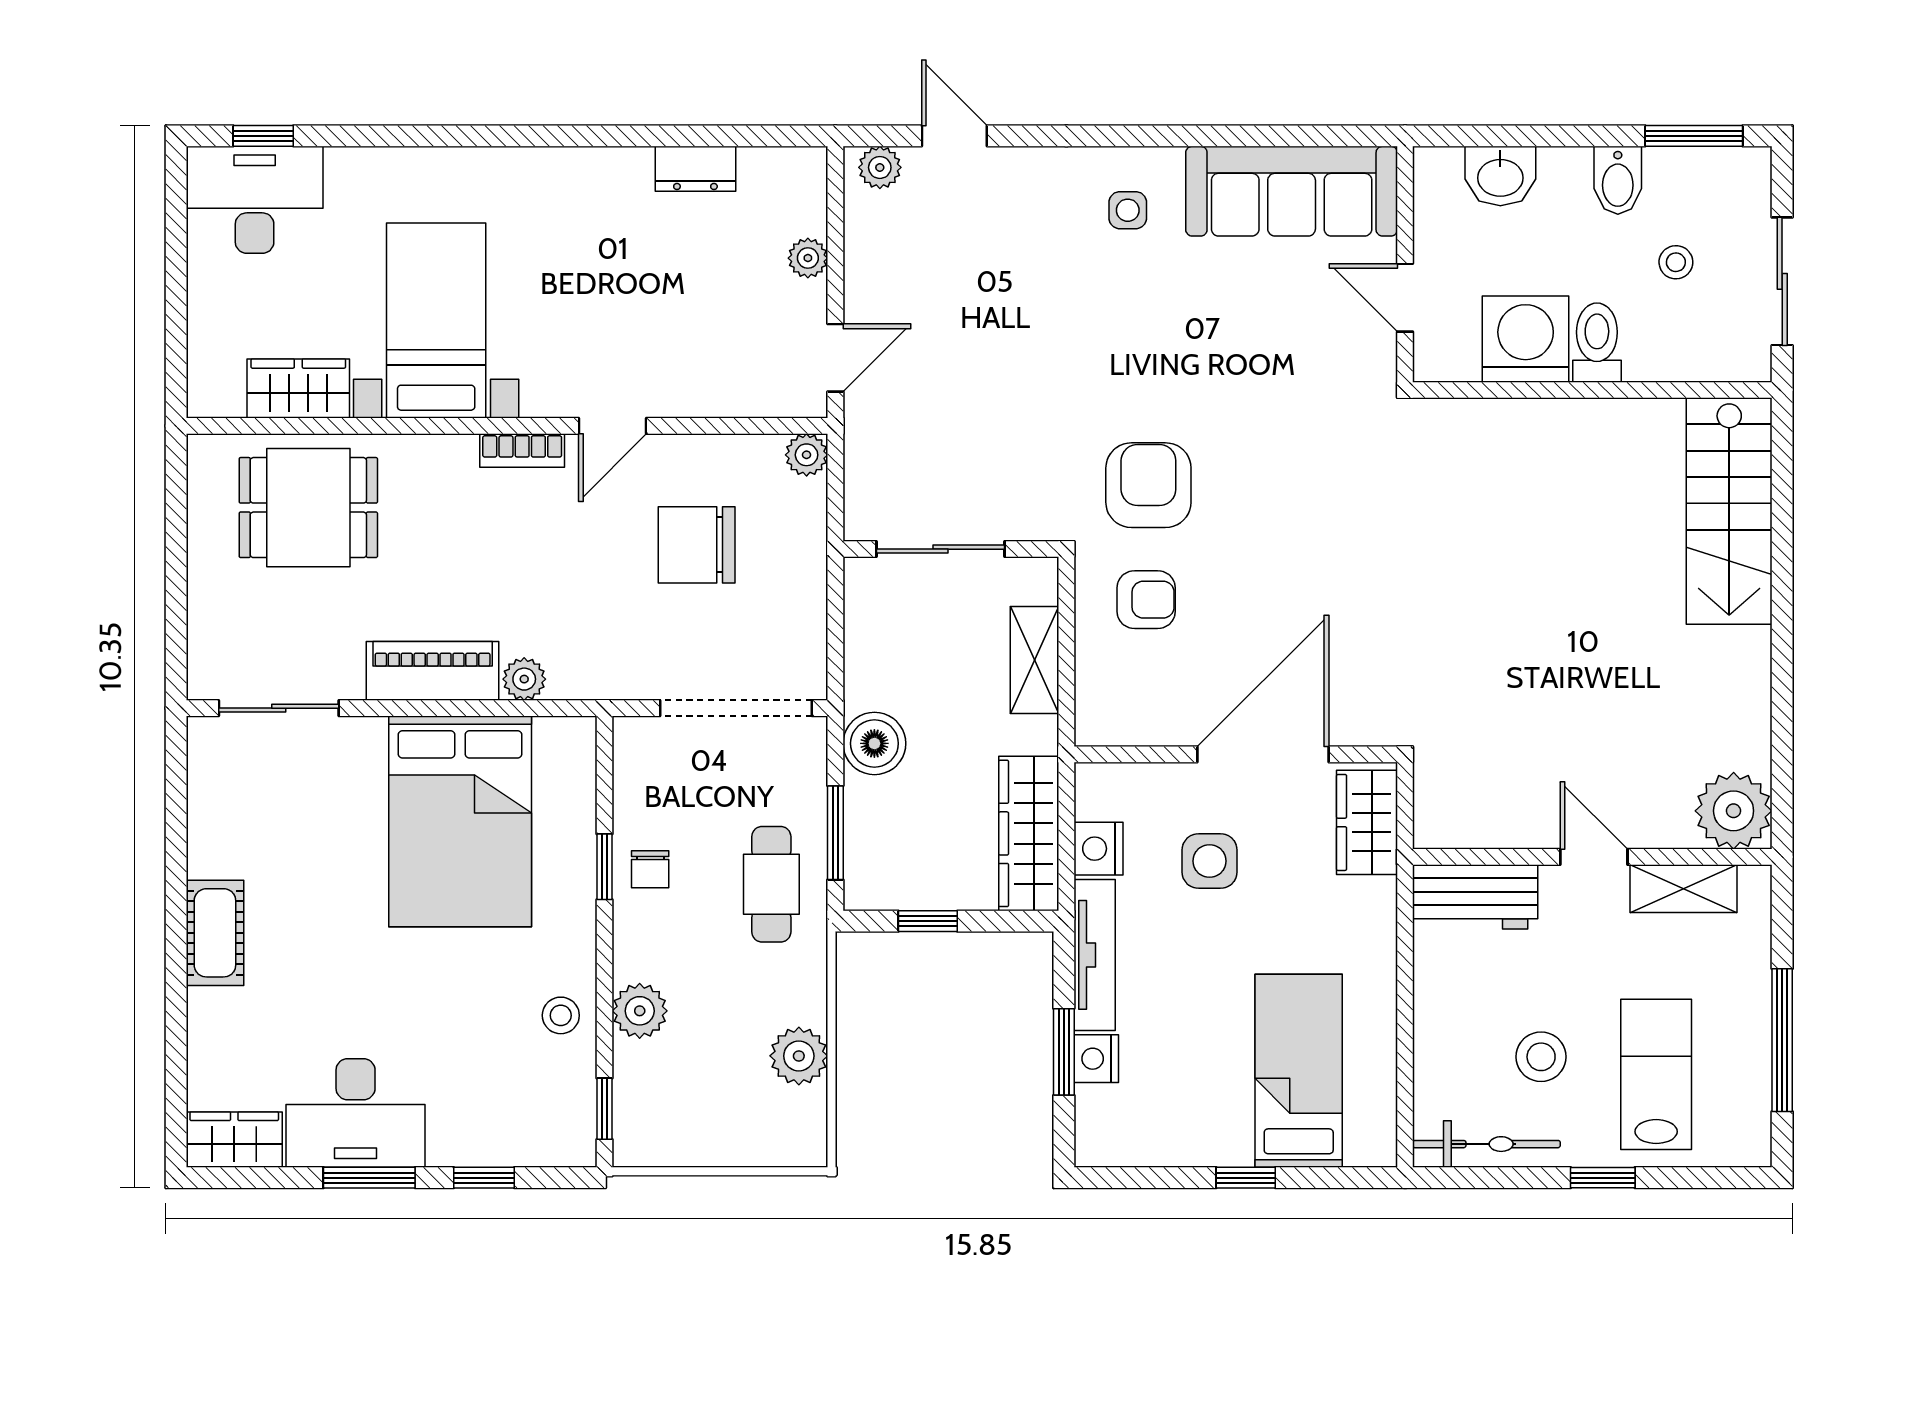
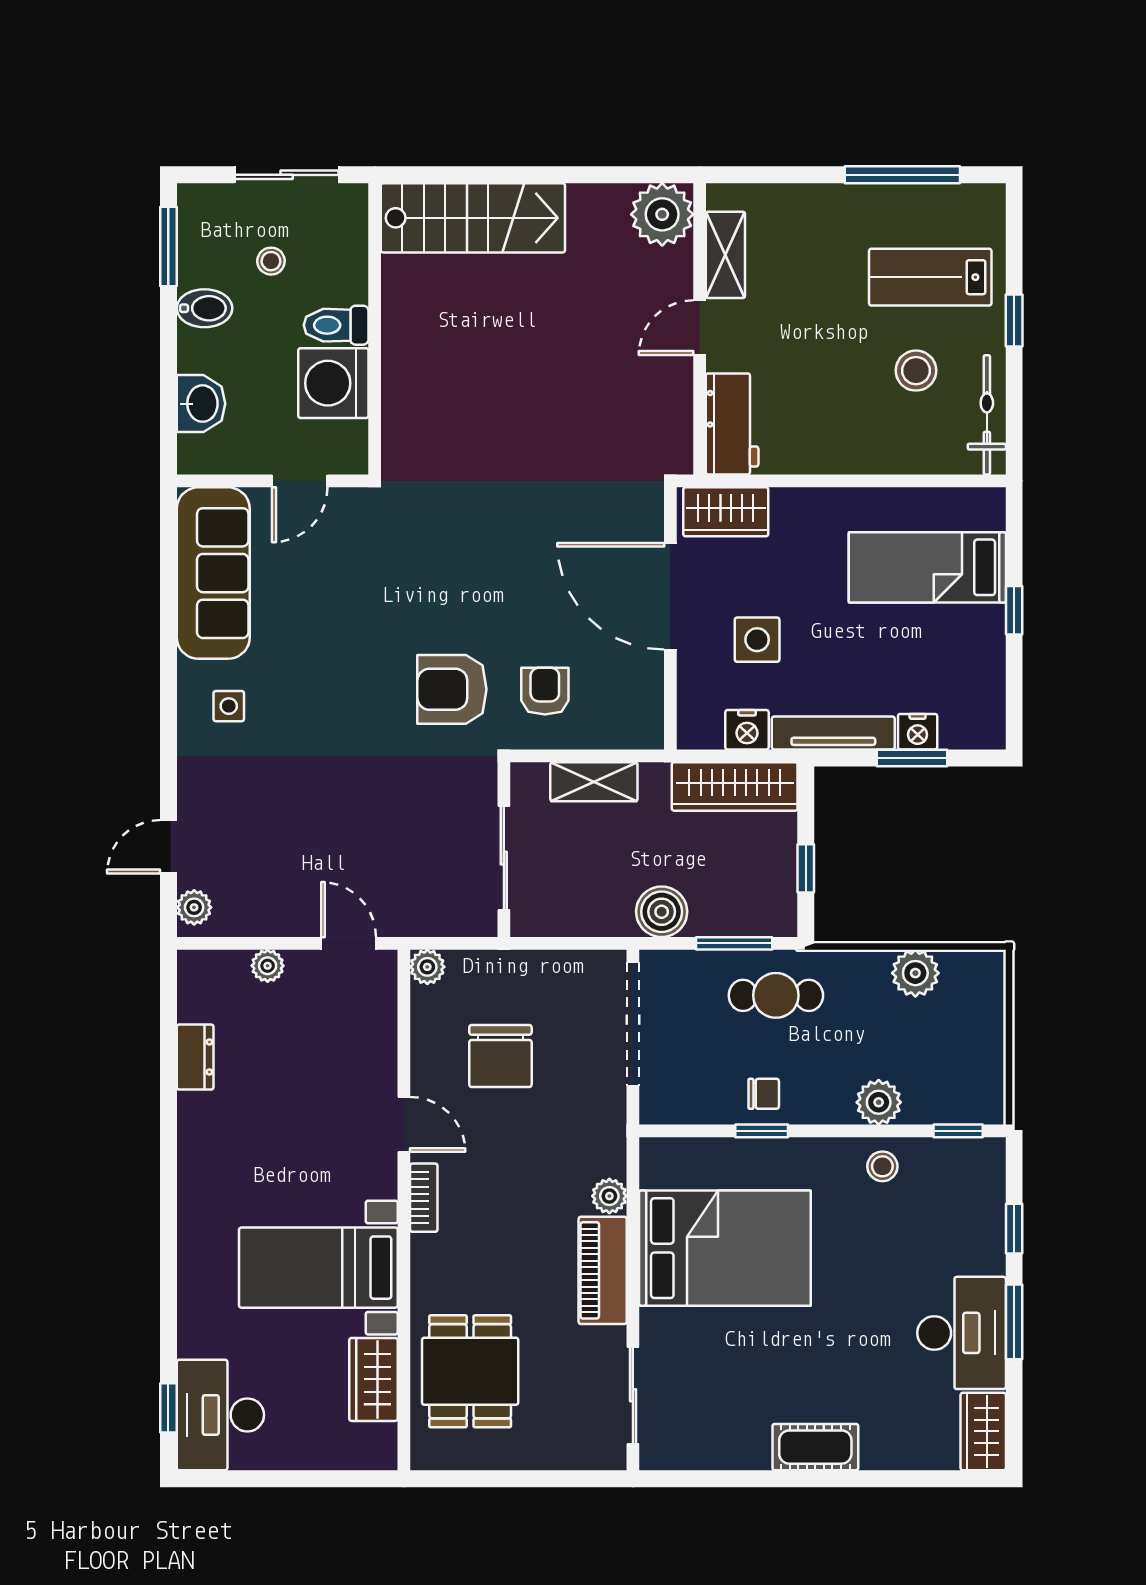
plant: (1734, 811) -> (662, 214), moved
wall: (1592, 857) -> (700, 329), moved
door: (1594, 857) -> (700, 328), moved
shelving: (1684, 889) -> (725, 255), moved
workbench: (1475, 897) -> (732, 424), moved

